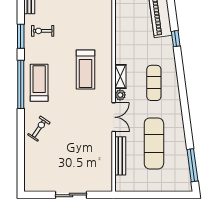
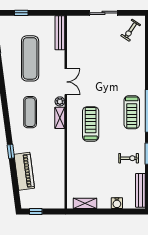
double door: (114, 117) -> (66, 82), swing flipped
exercise bike: (39, 129) -> (131, 30), moved
bench: (120, 156) -> (60, 33), moved
window: (164, 195) -> (21, 13), added

